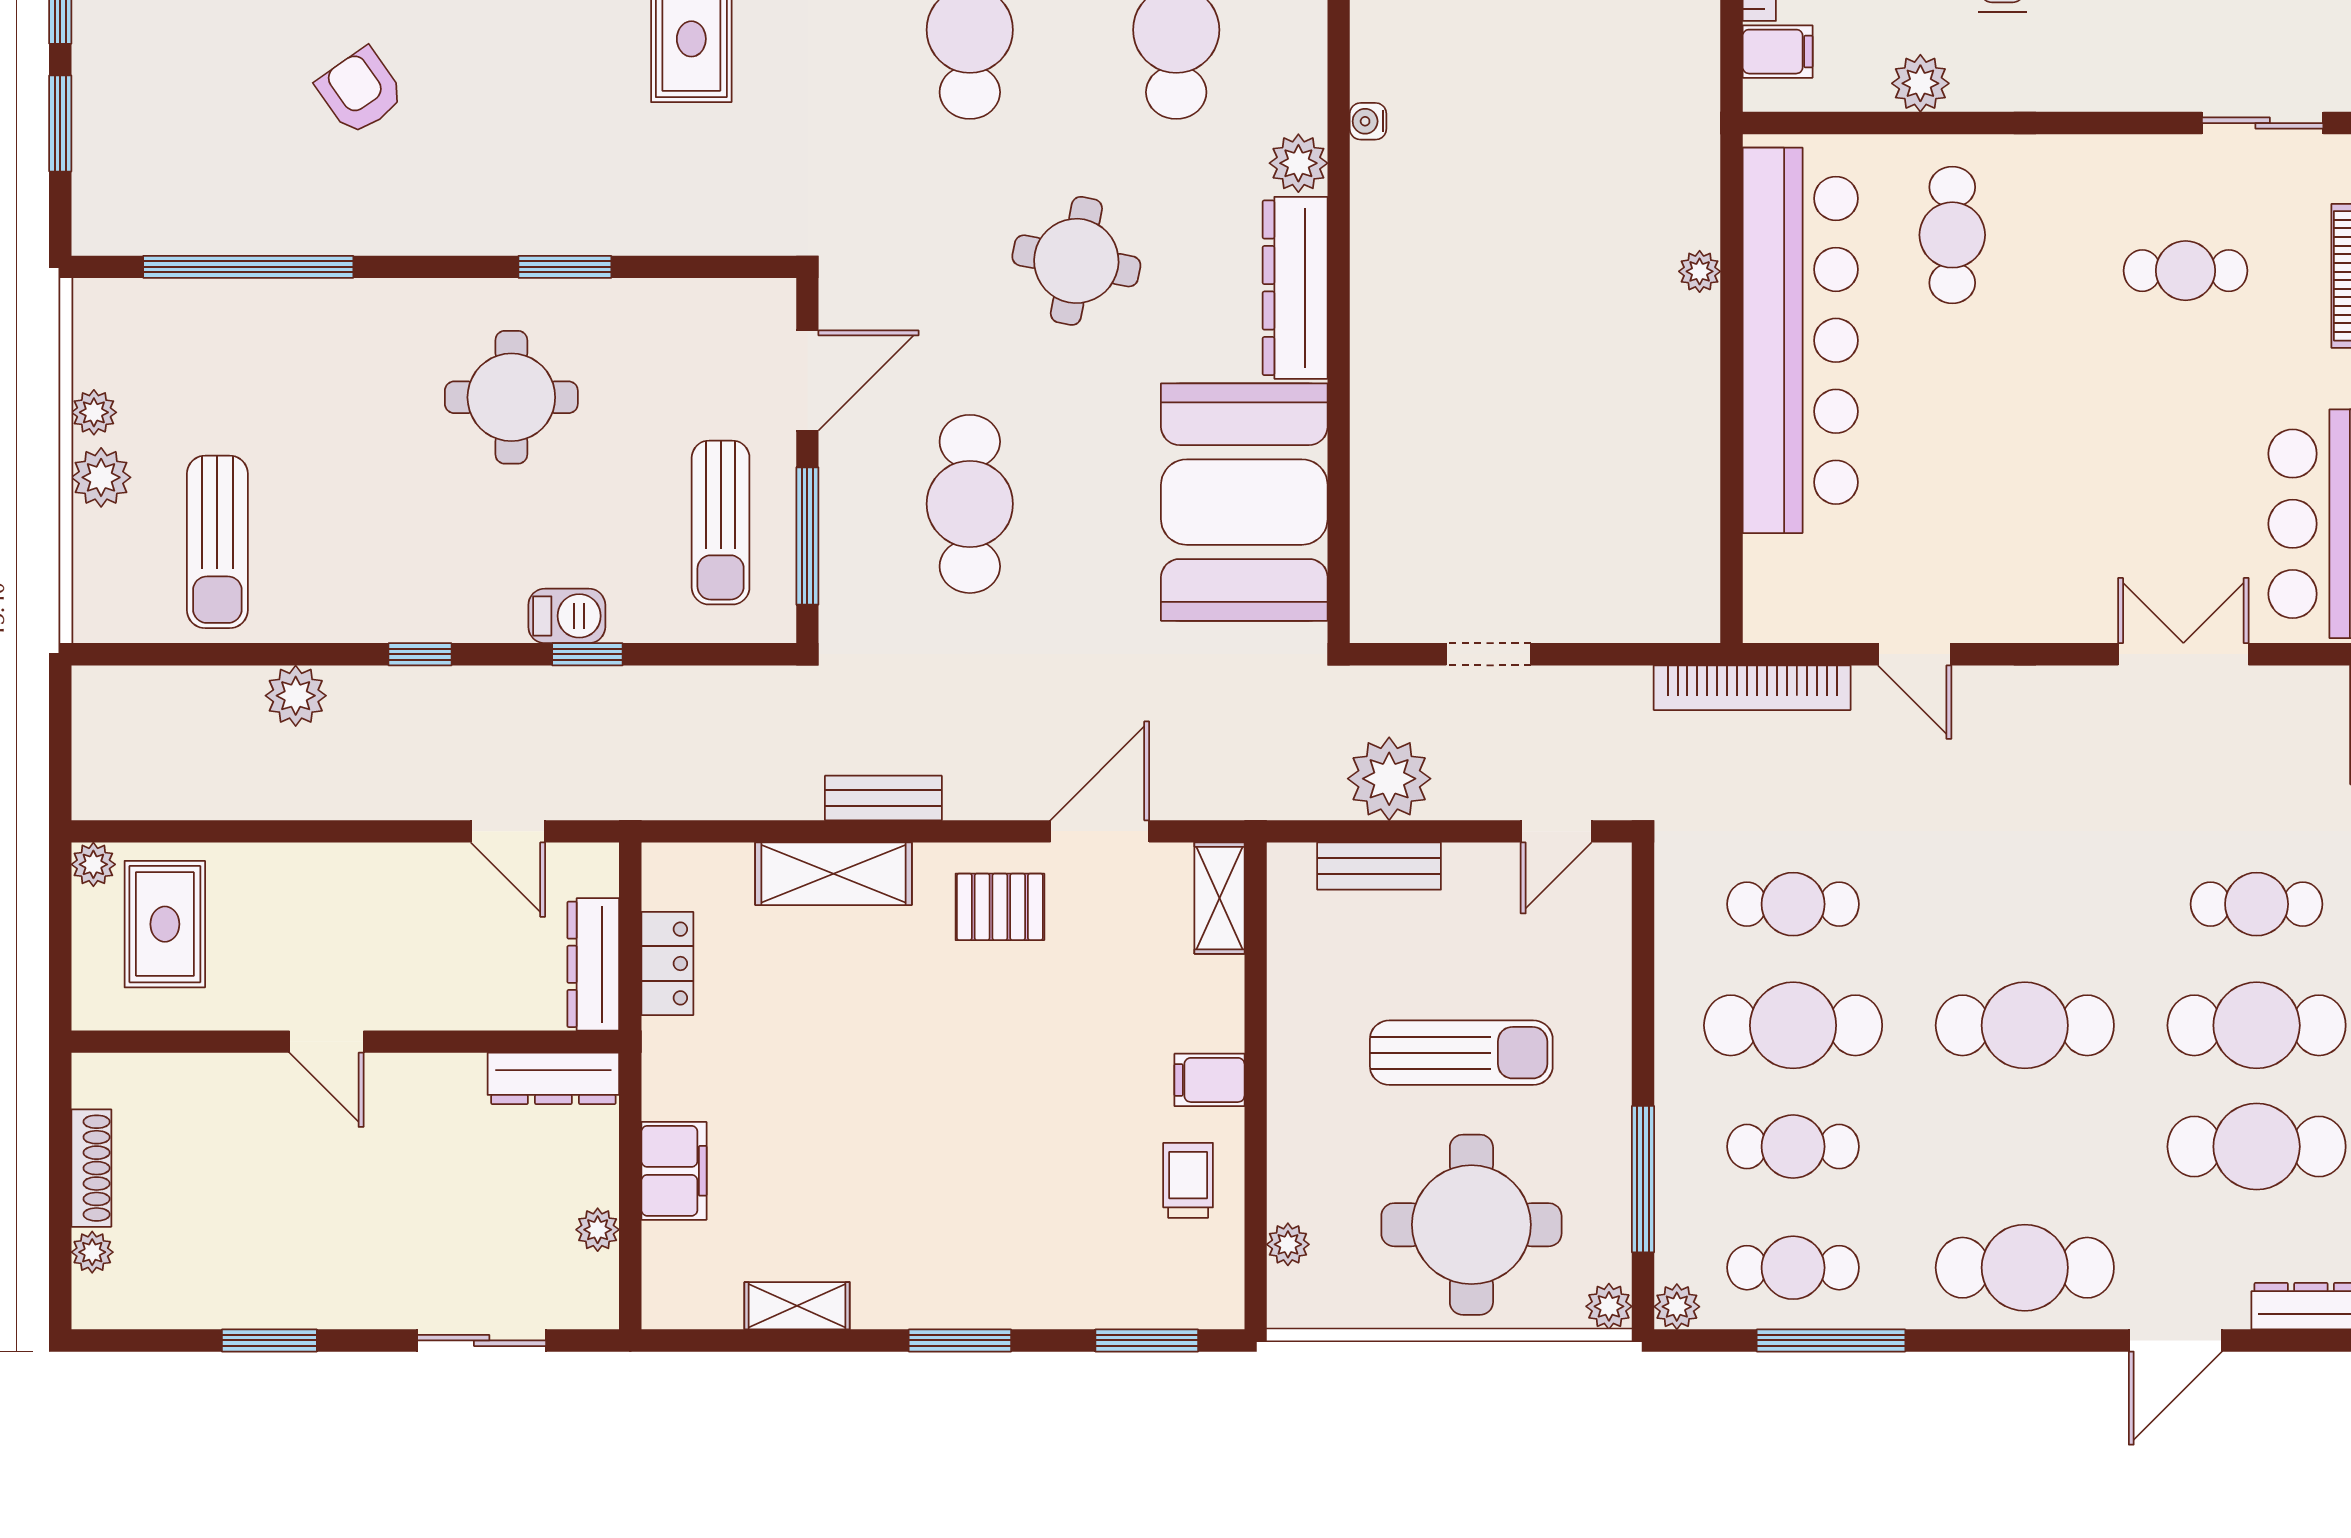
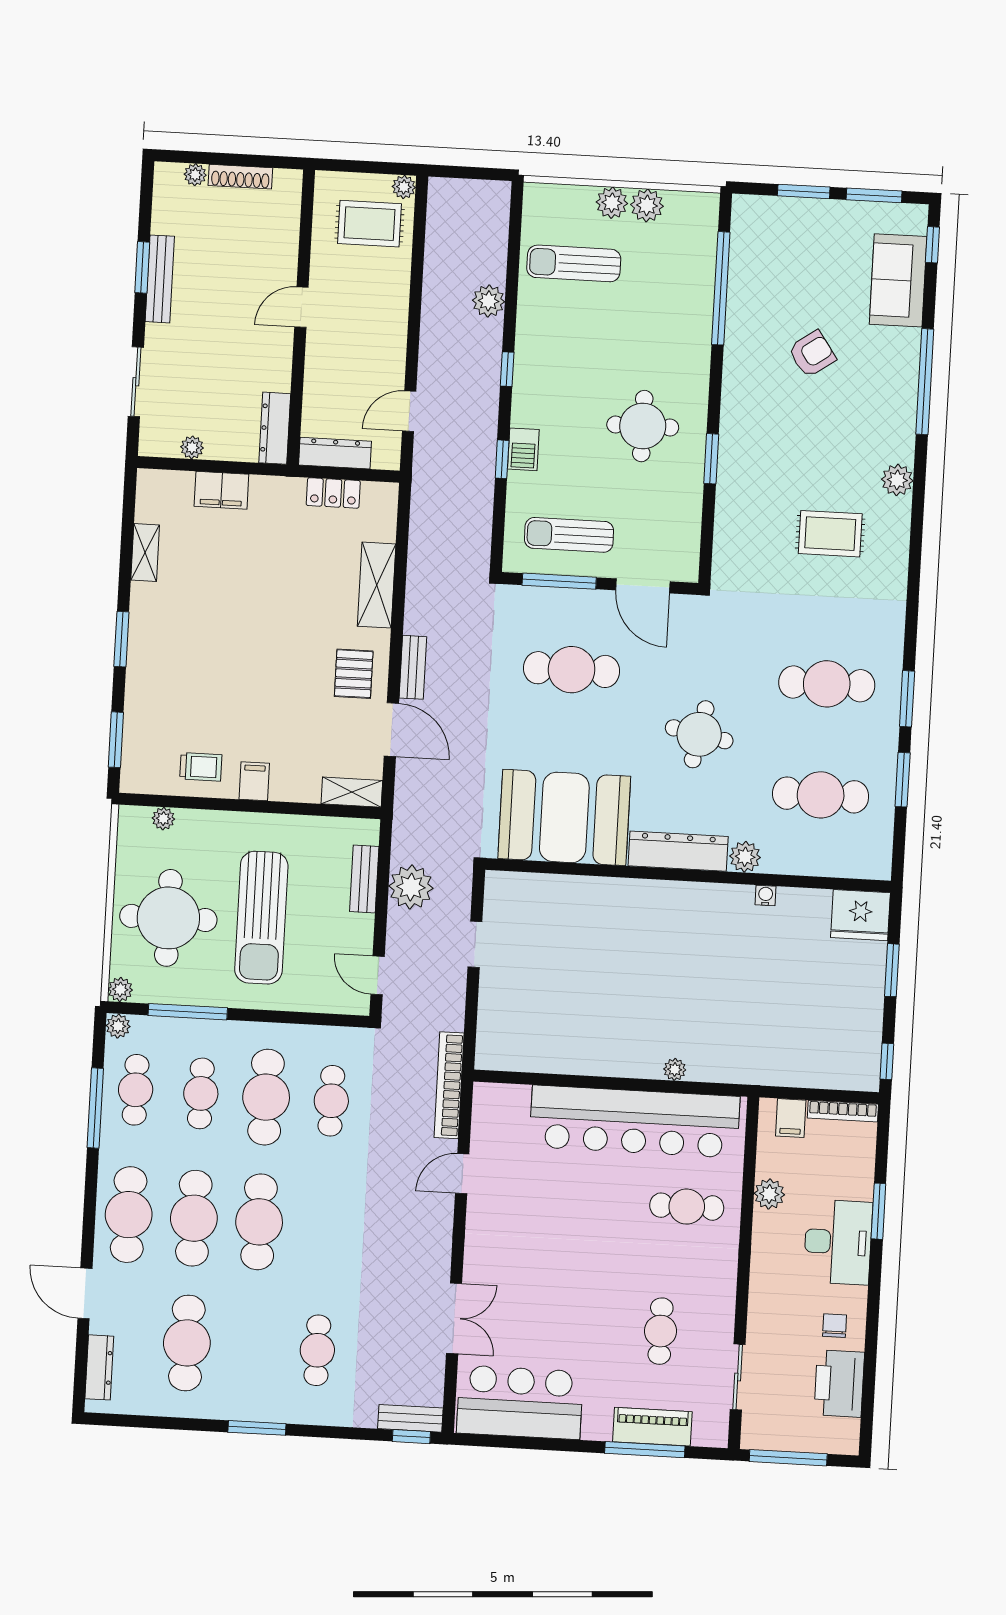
plant: (94, 412) -> (647, 205), width x1.38, depth x1.38
bench: (883, 798) -> (413, 667), moved
cafe table: (2257, 1025) -> (194, 1218), moved
sun lounger: (1461, 1053) -> (261, 918), width x1.36, depth x1.34
bench: (289, 1307) -> (160, 279), added

